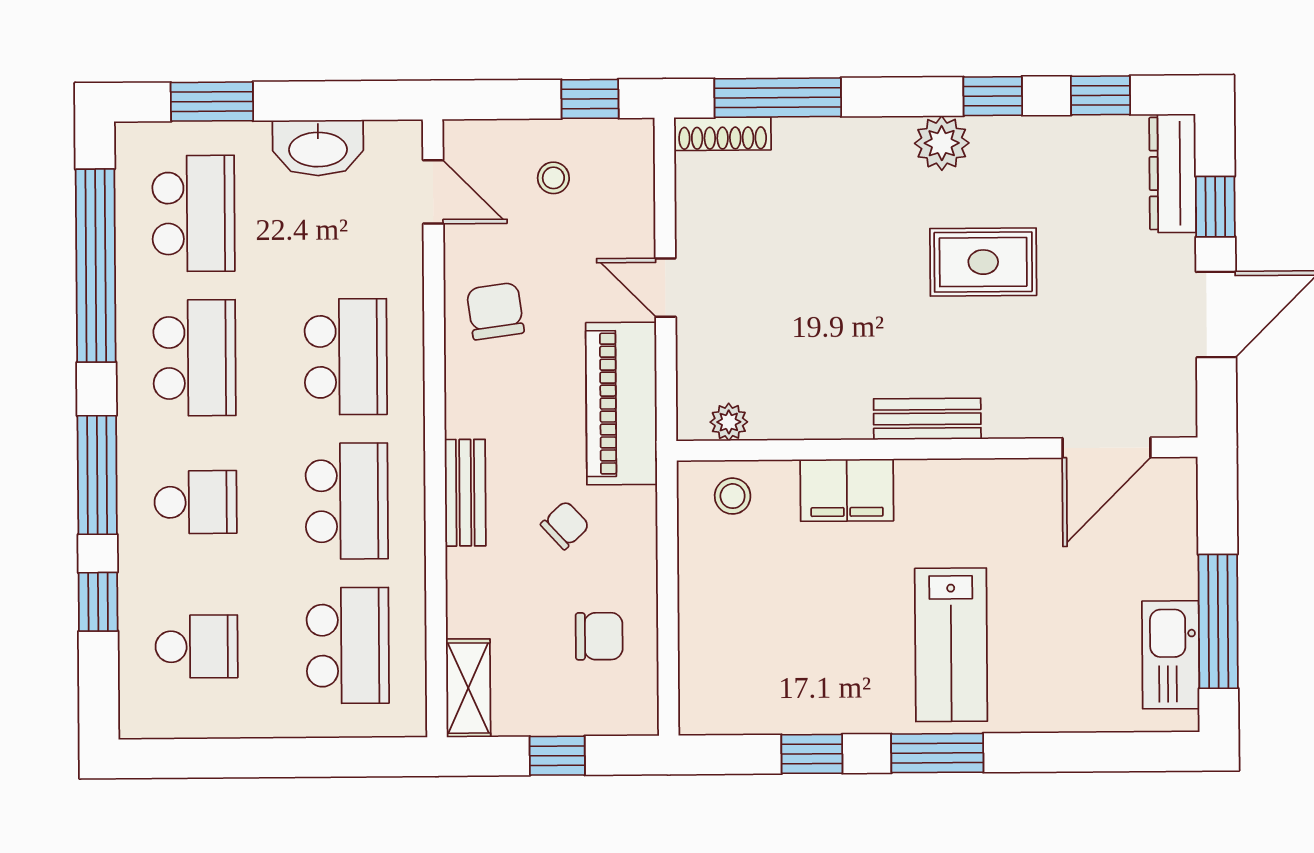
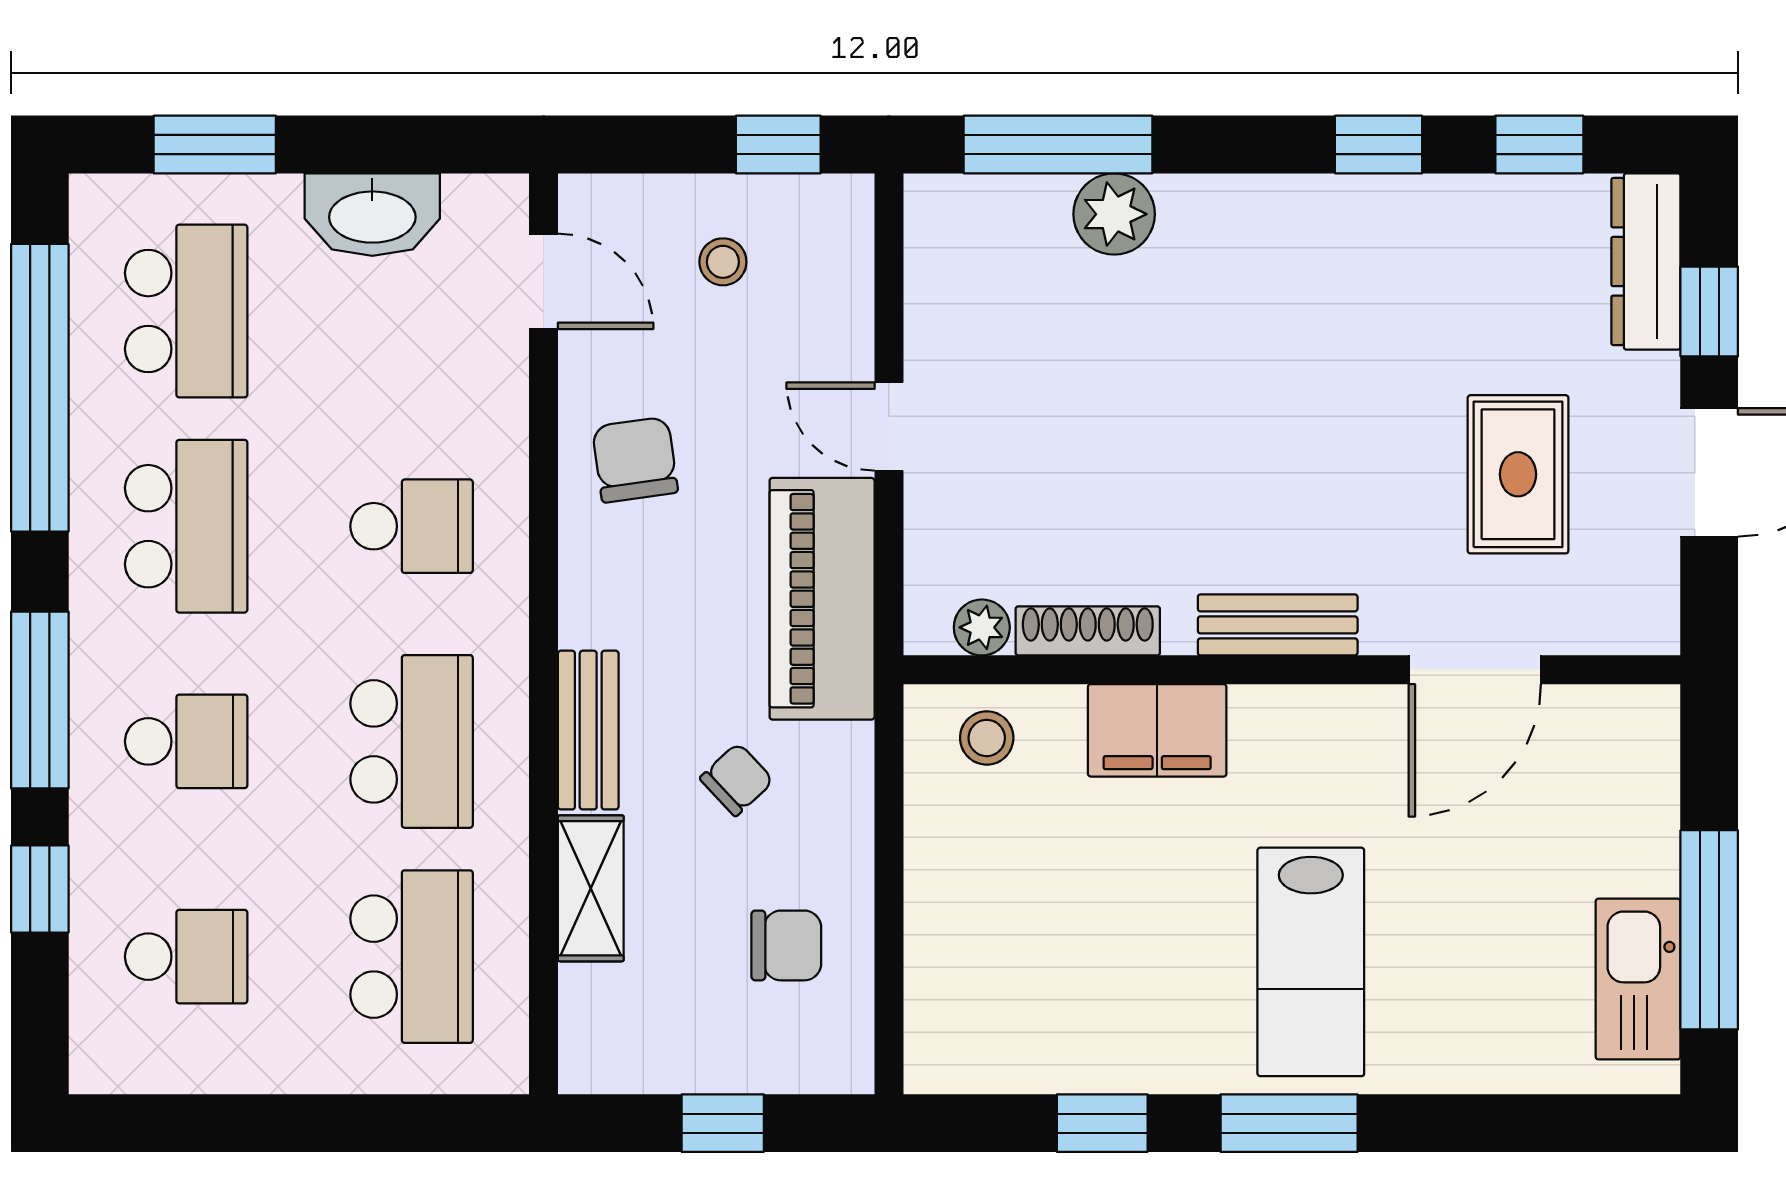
shoe rack: (723, 134) -> (1088, 631), moved, turned 180
plant: (942, 143) -> (1114, 214), moved
rug: (983, 262) -> (1518, 474), moved, turned 90
school desk: (346, 357) -> (412, 526), width x0.54
door: (1107, 448) -> (1475, 670), moved
shelving: (468, 688) -> (591, 888), moved

